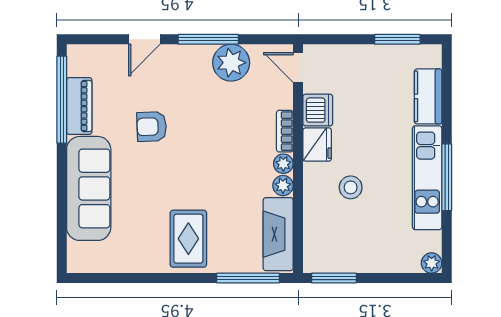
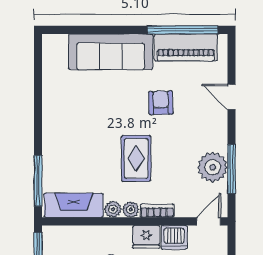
window: (208, 39) -> (231, 169), moved
piano: (79, 106) -> (186, 48), width x1.37, depth x1.33
rug: (188, 239) -> (136, 158), moved, turned 90

